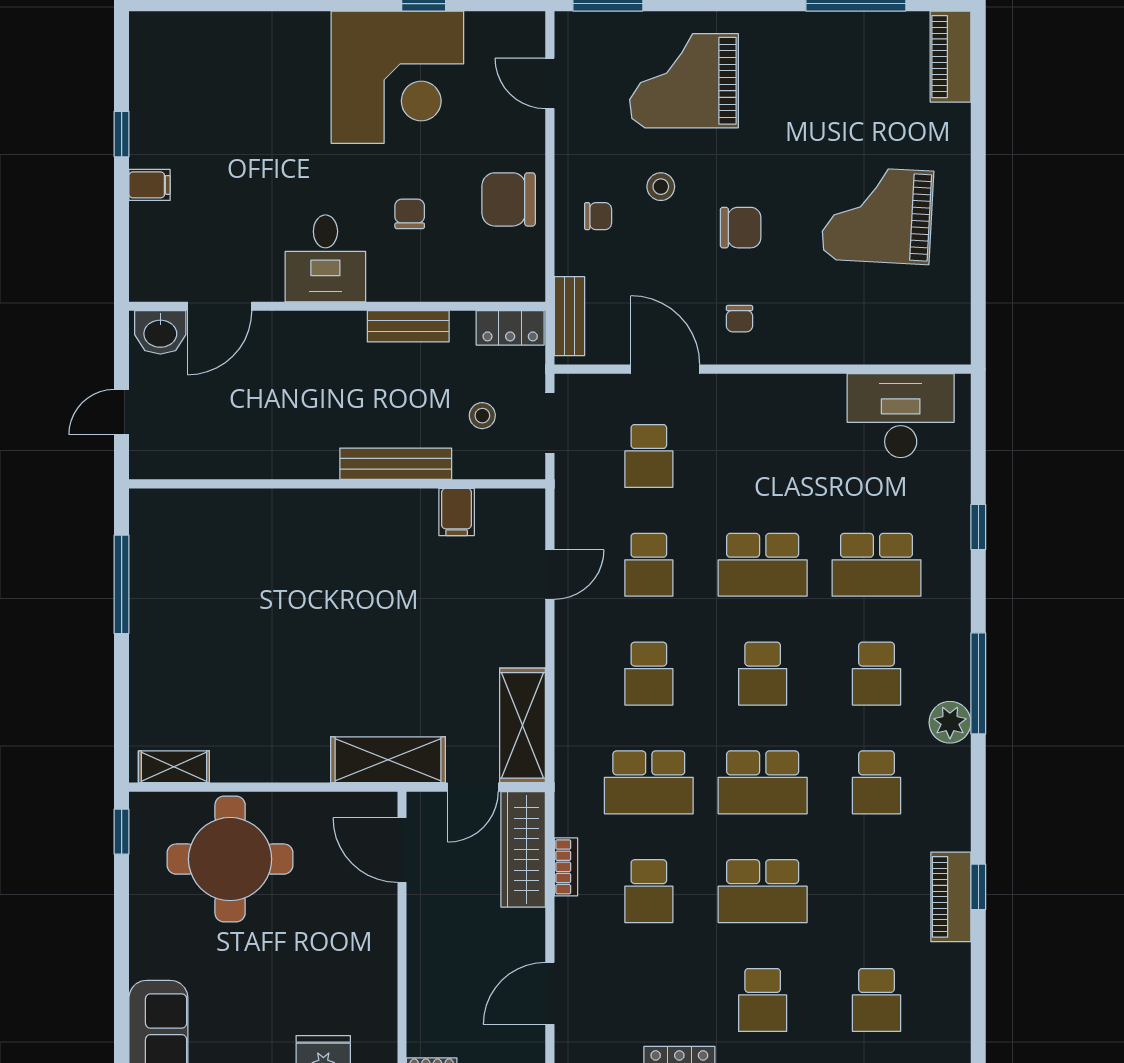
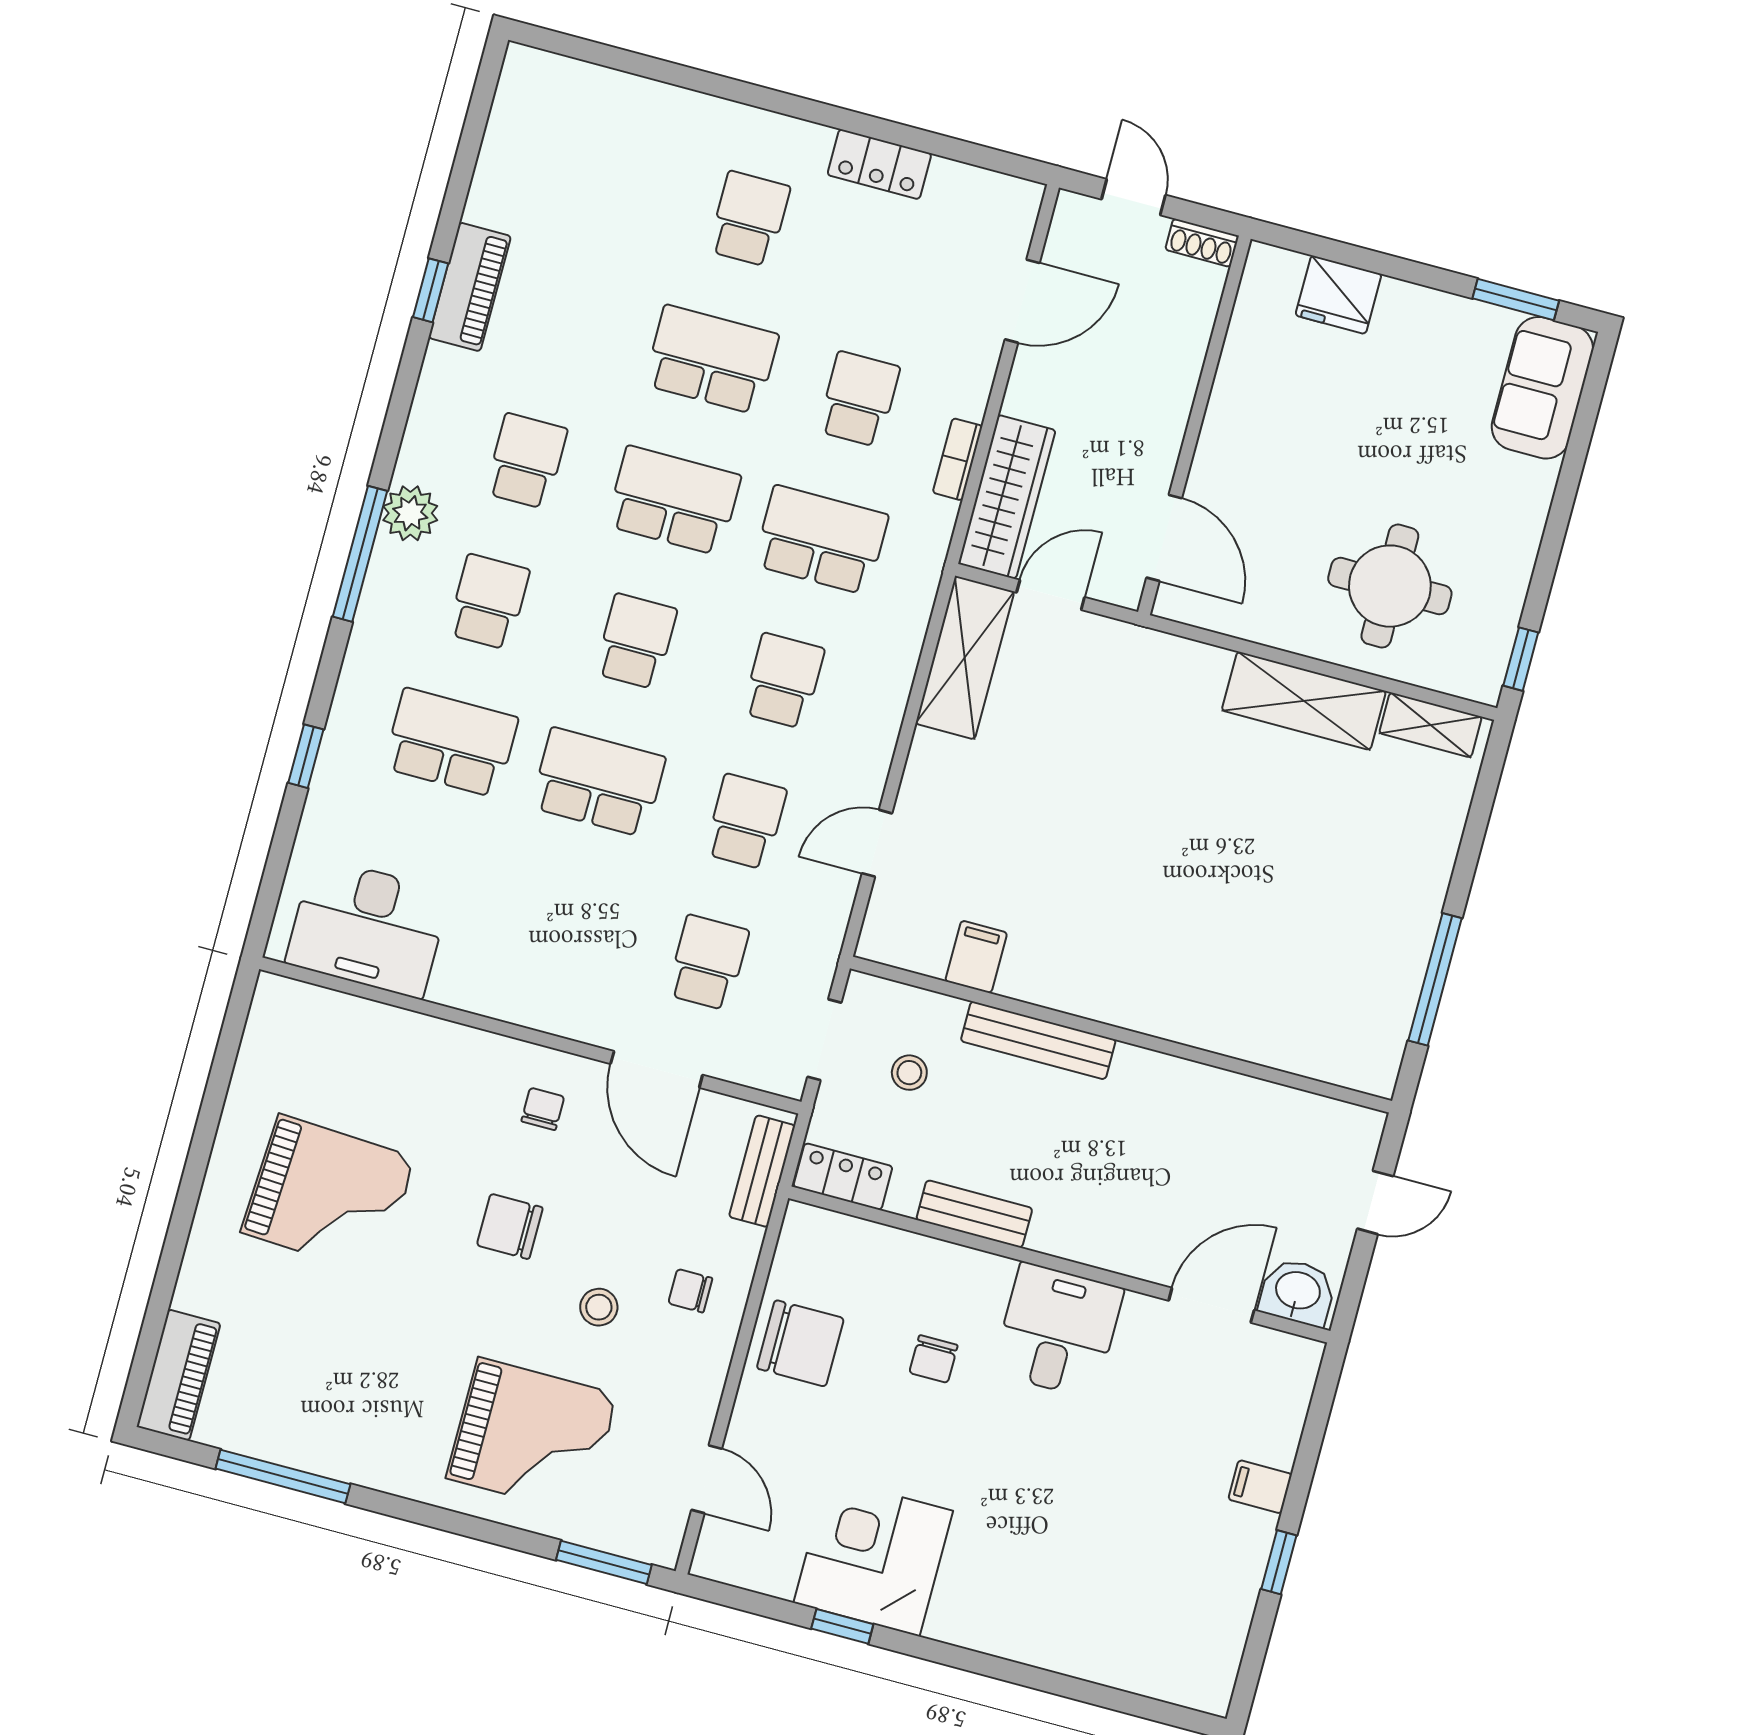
corner desk: (397, 77) -> (873, 1557), width x0.74, depth x0.74
shelving: (388, 760) -> (1304, 701), moved
round table: (230, 859) -> (1390, 586), width x0.73, depth x0.73
school desk: (876, 1000) -> (602, 179), removed

